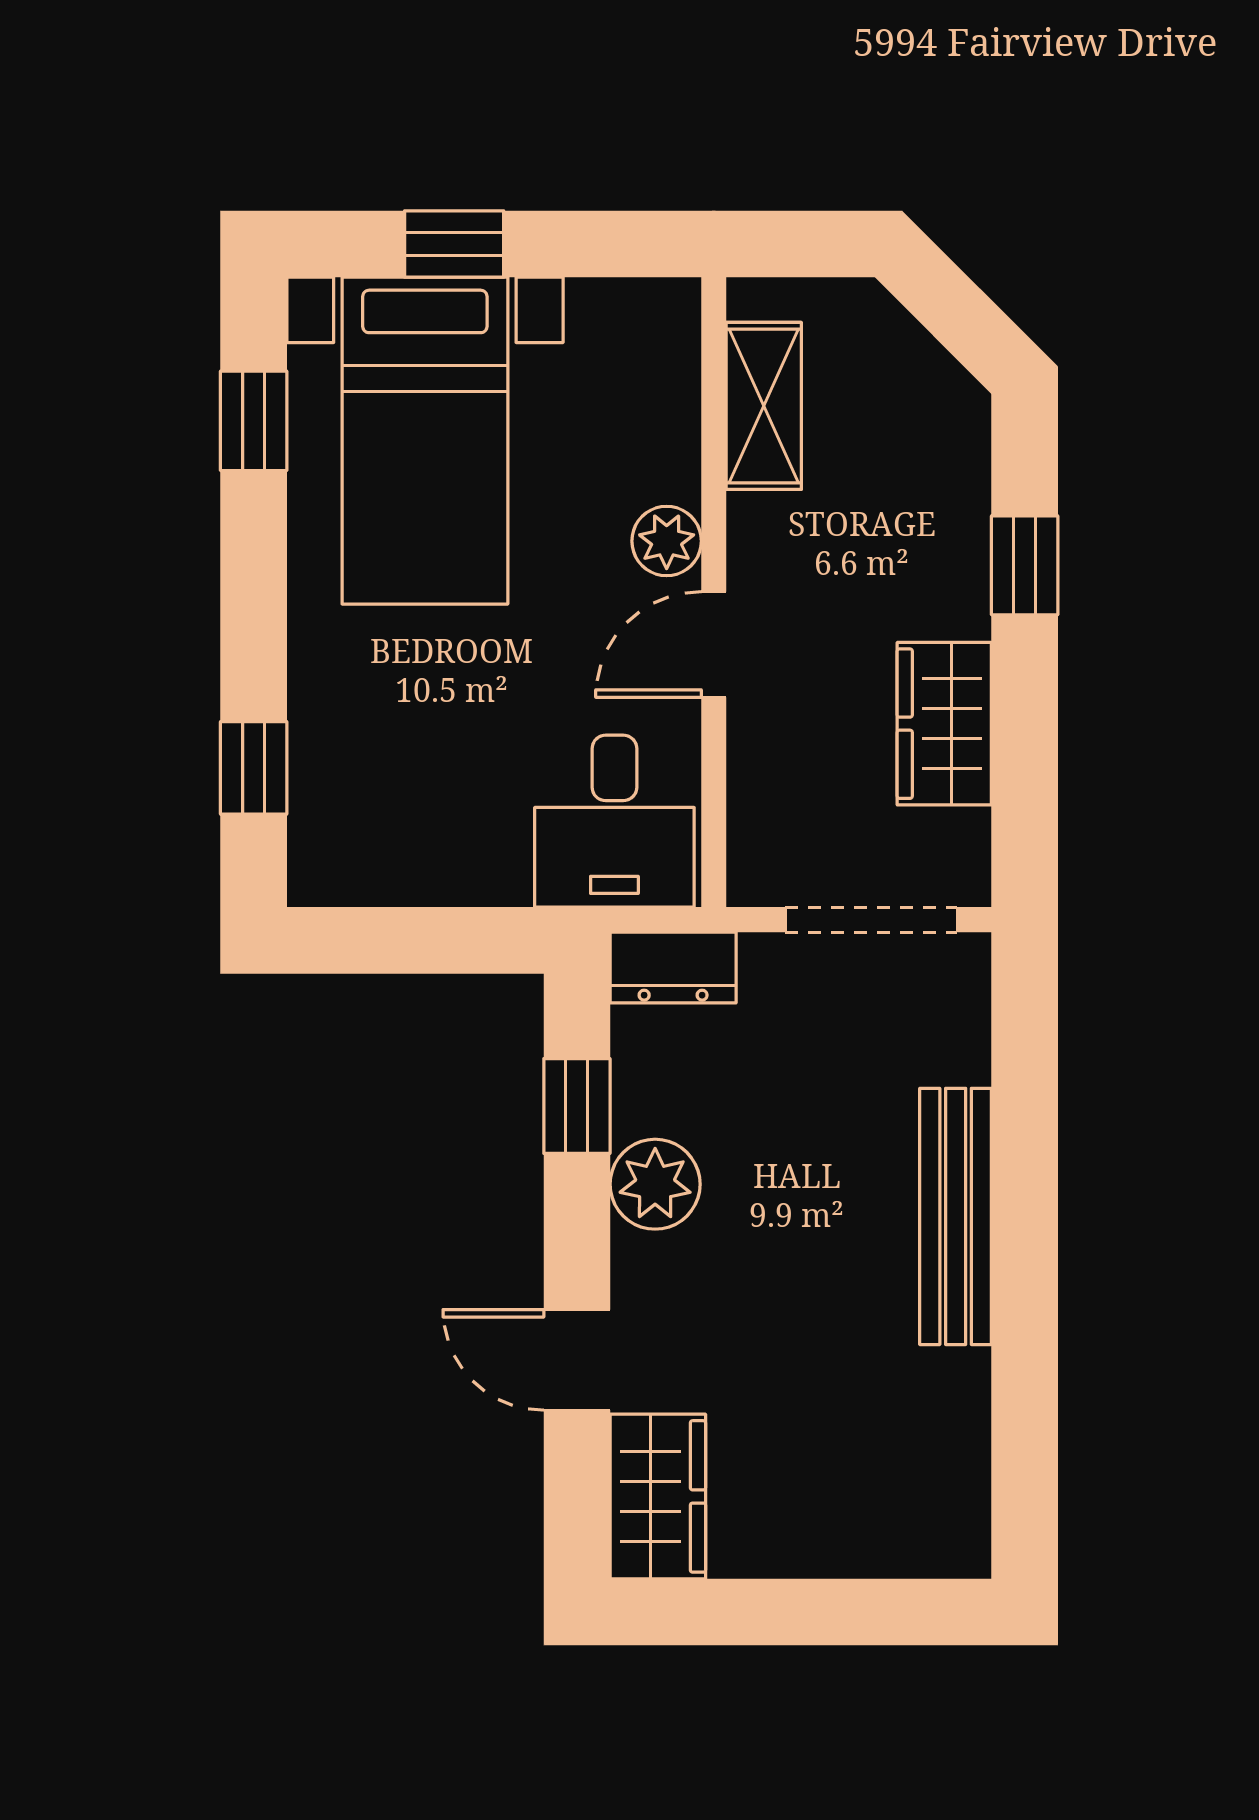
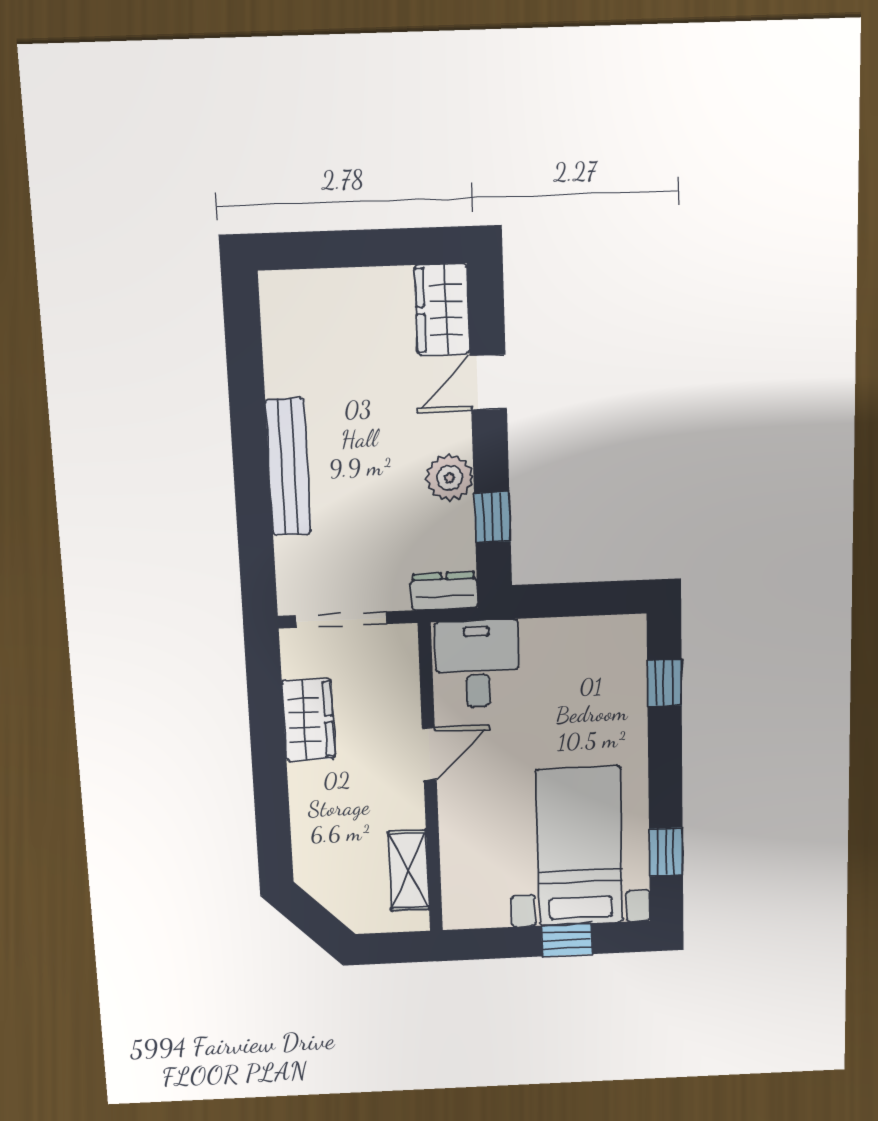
plant: (667, 541) -> (455, 803), removed
window: (1025, 565) -> (271, 800), removed
door: (577, 1360) -> (488, 382), swing flipped

